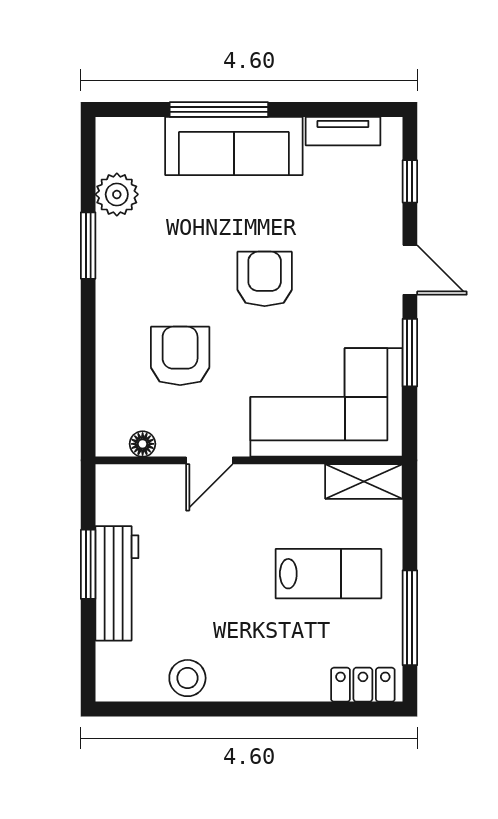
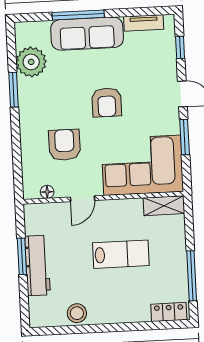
plant: (117, 194) -> (31, 62), width x1.36, depth x1.36
armchair: (265, 279) -> (107, 102), turned 180
lab bench: (328, 574) -> (121, 254), moved

